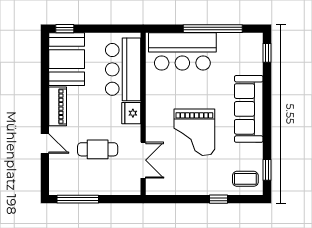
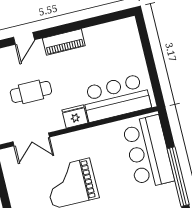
window: (65, 29) -> (142, 30), removed
booth: (67, 59) -> (113, 40), removed
cafe table: (98, 149) -> (31, 92), turned 90

